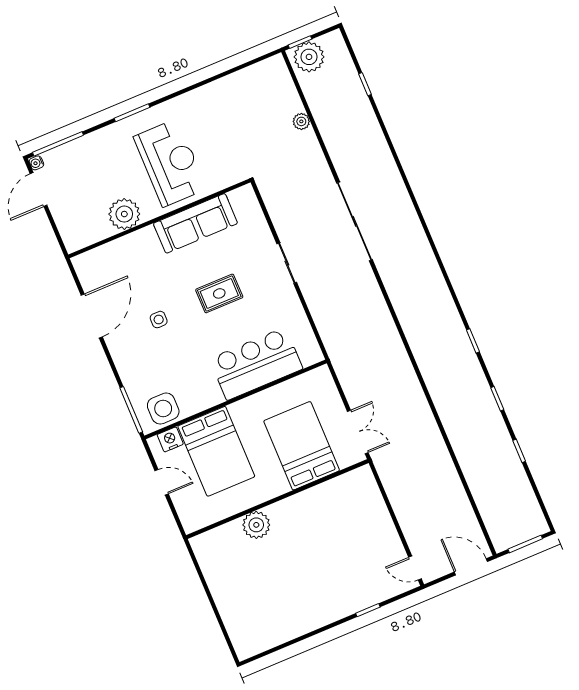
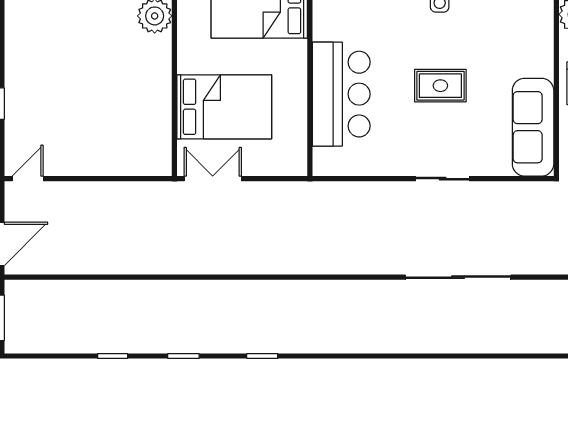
sofa: (195, 223) -> (533, 127), moved
rug: (219, 293) -> (440, 86), turned 90
double door: (358, 432) -> (213, 179), swing flipped

